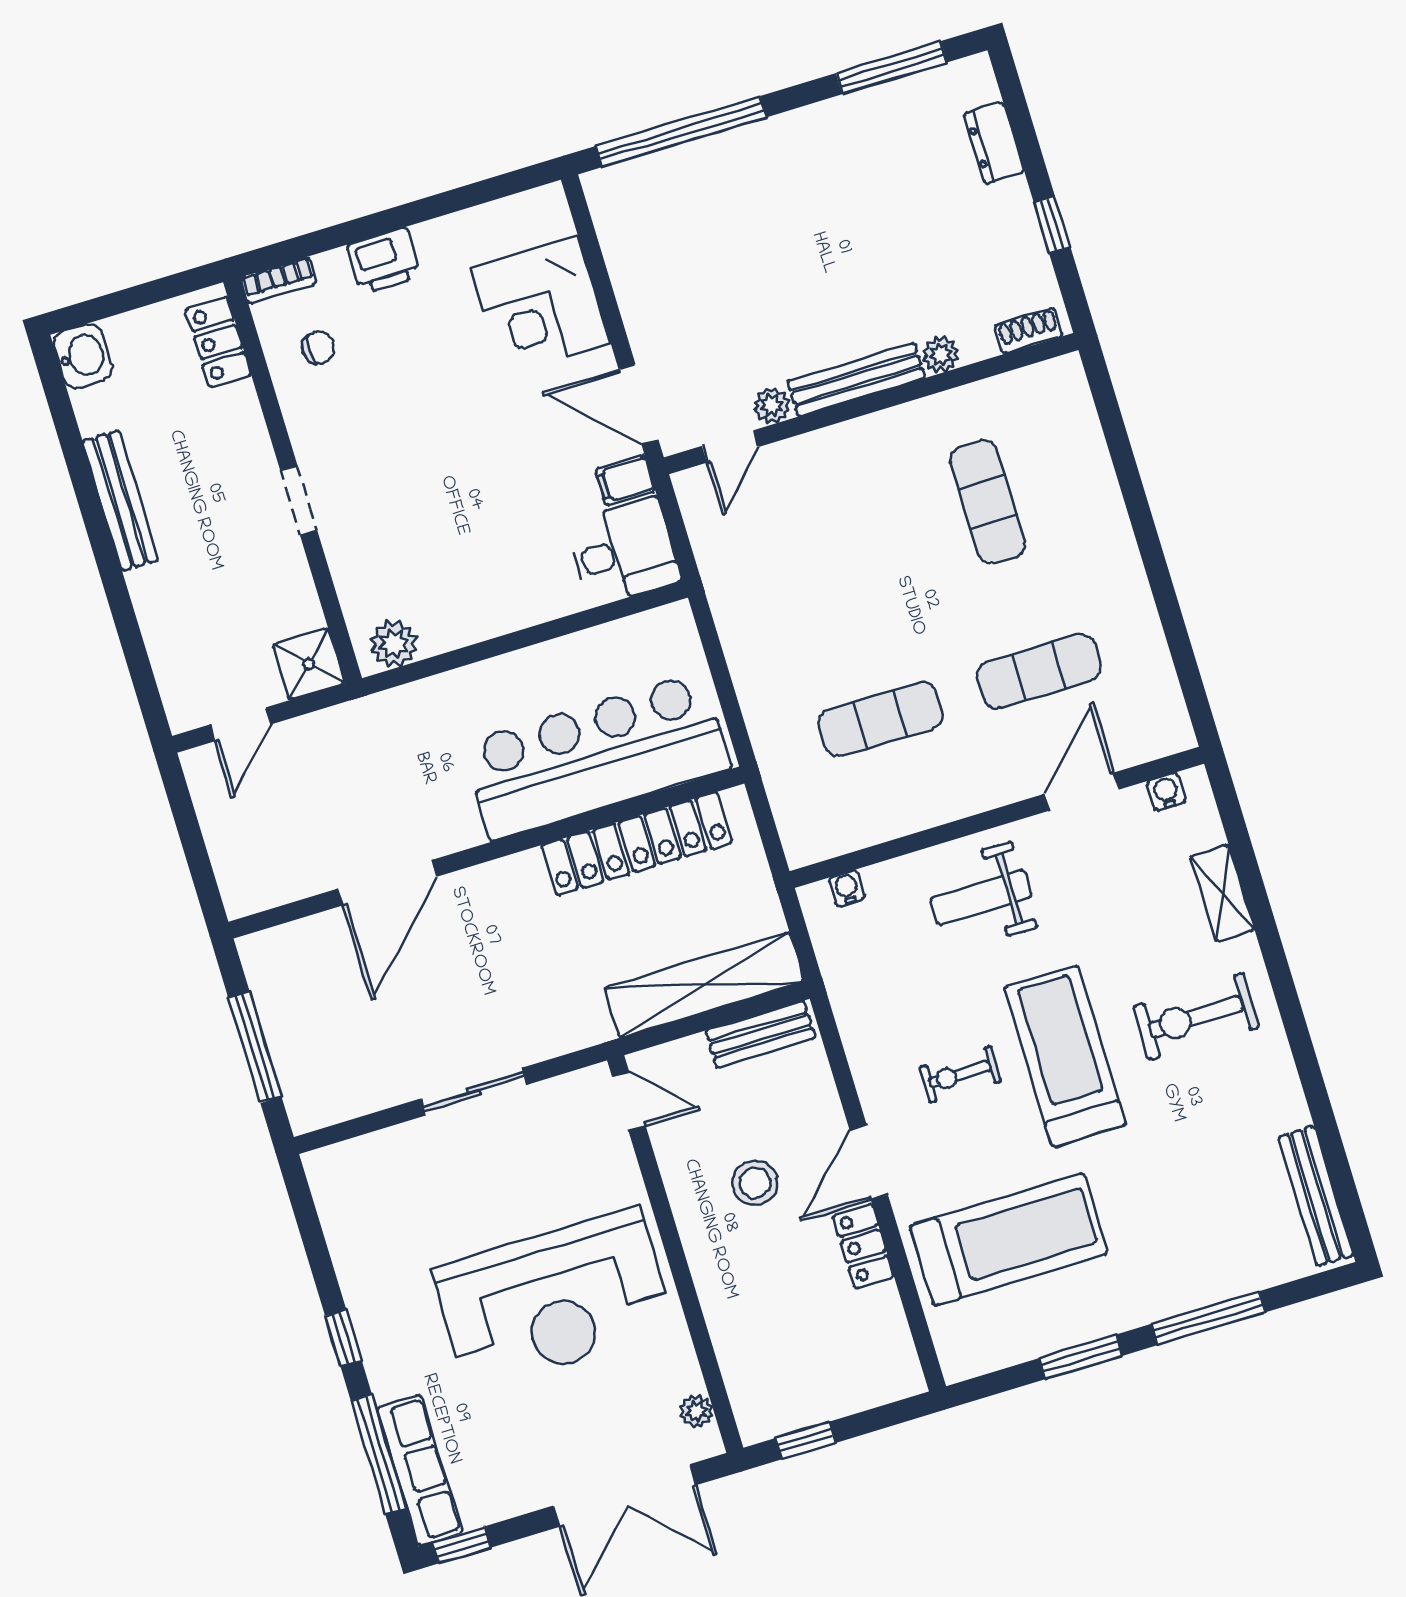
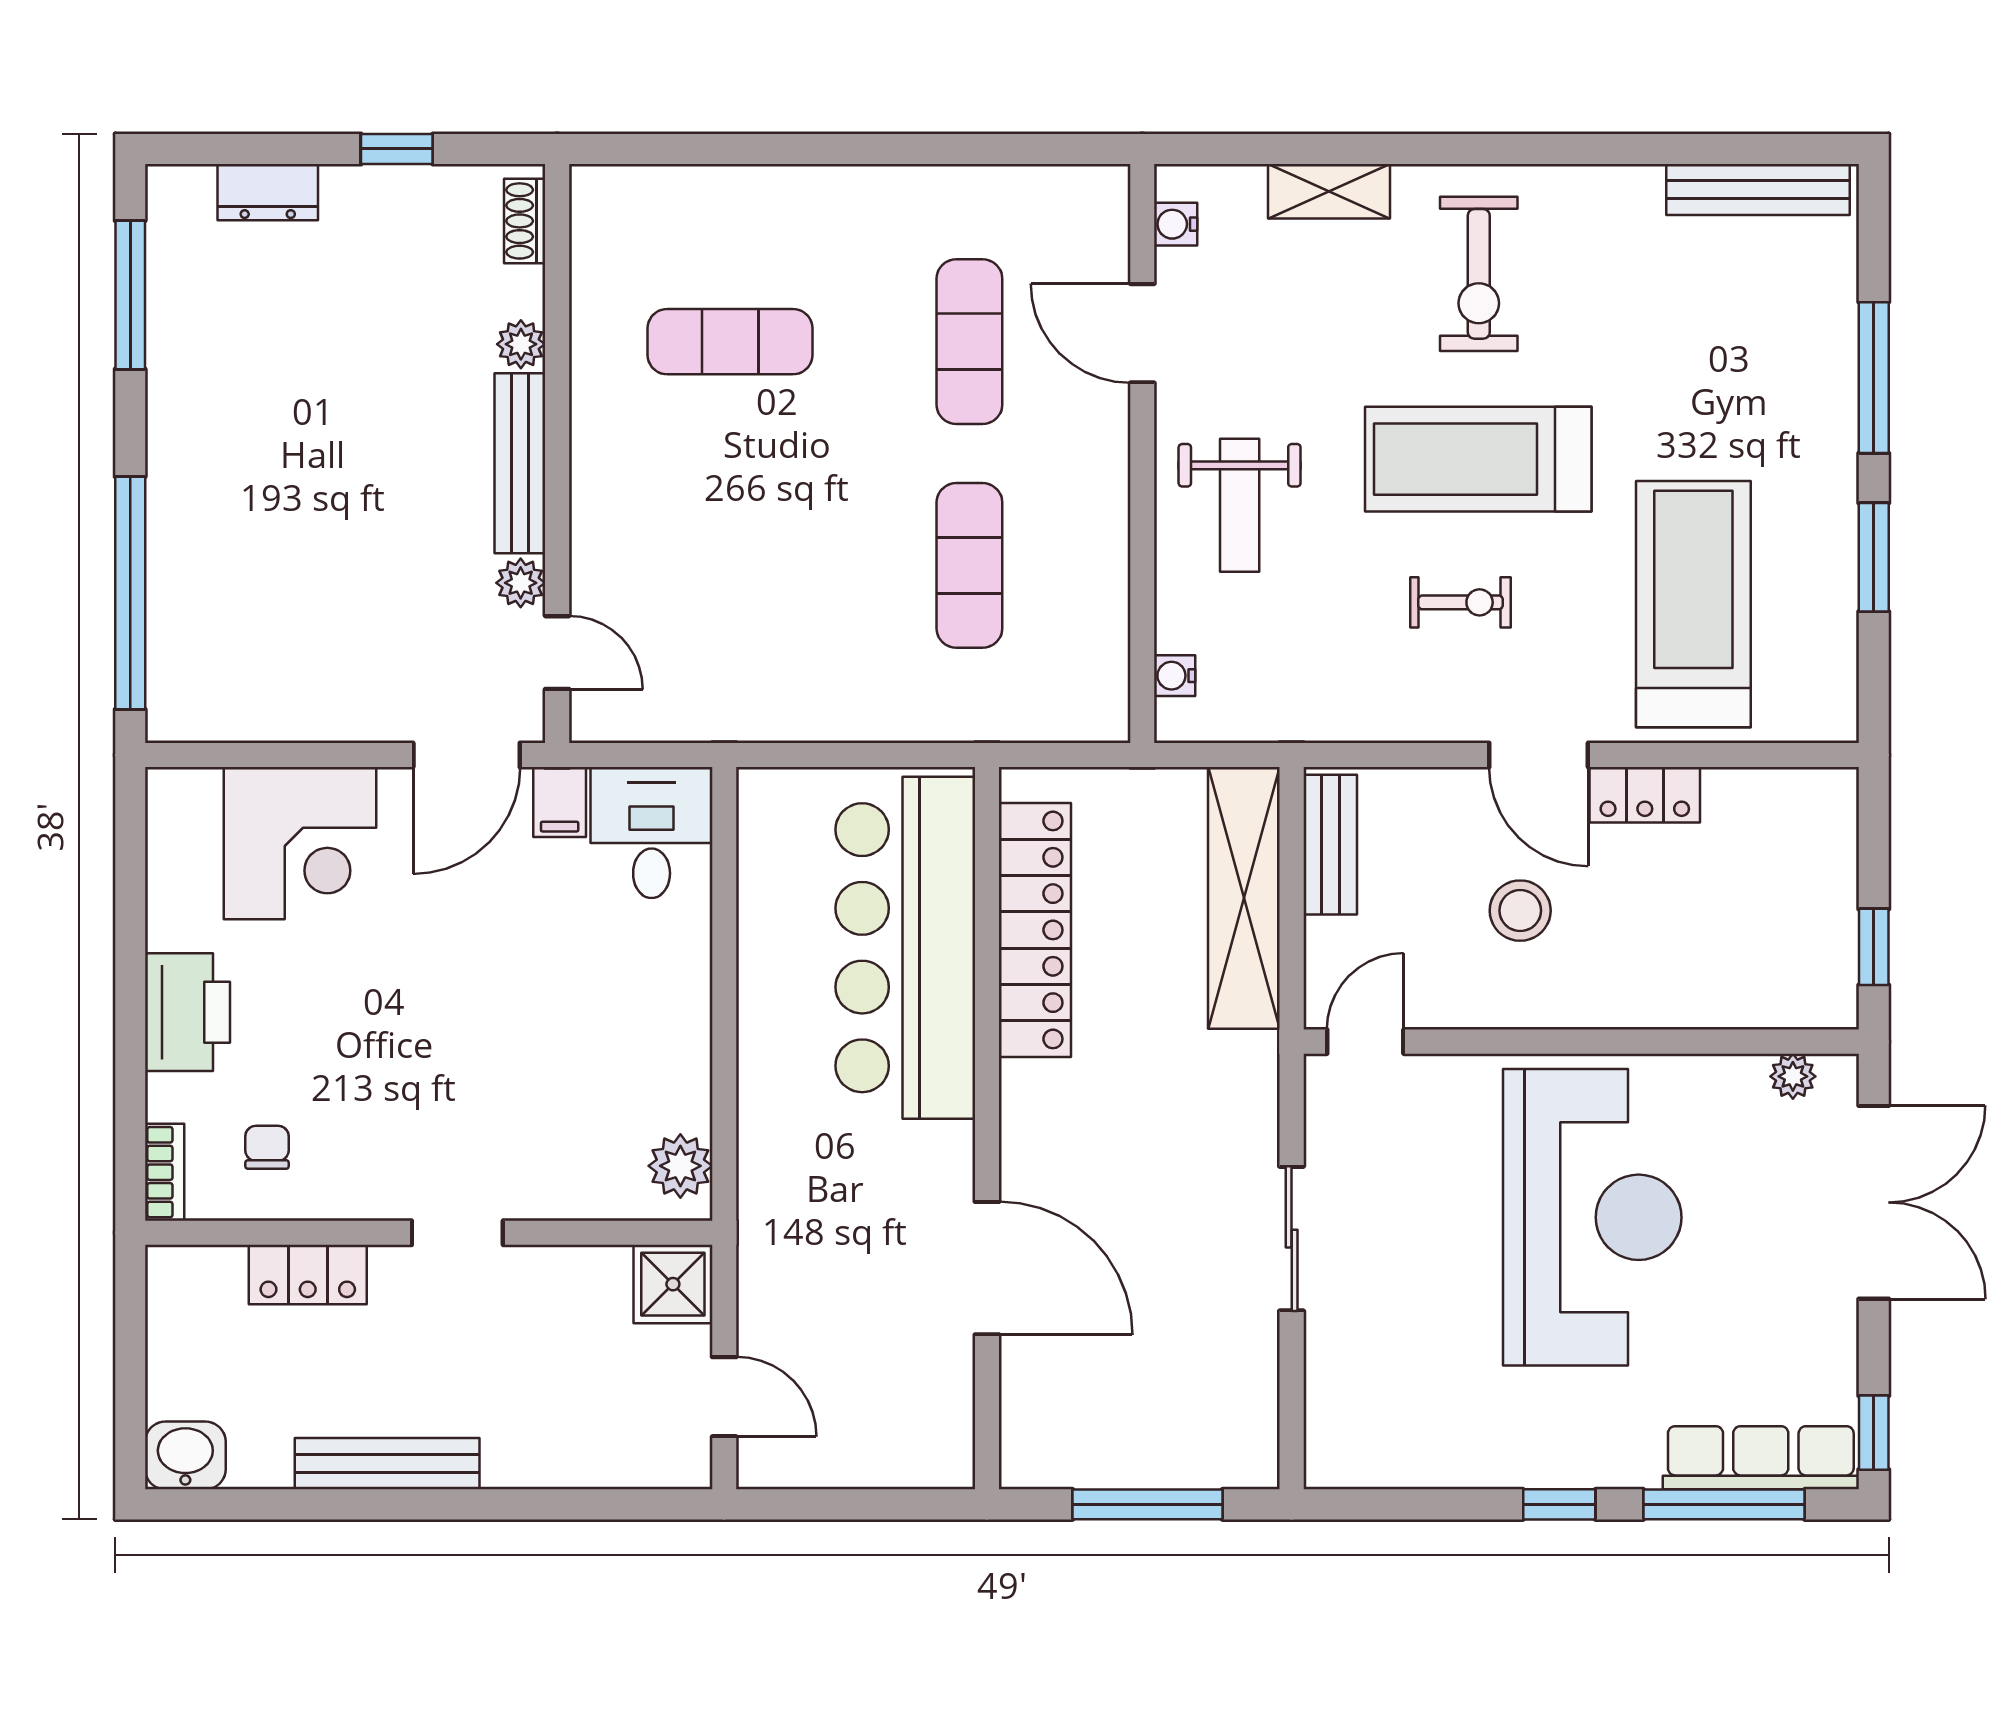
printer: (384, 261) -> (187, 1012), width x1.37, depth x1.19
locker: (218, 342) -> (308, 1274), moved
exercise bike: (960, 1074) -> (1461, 602), turned -90

